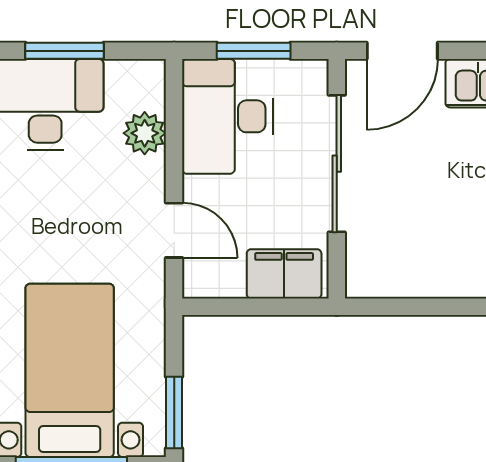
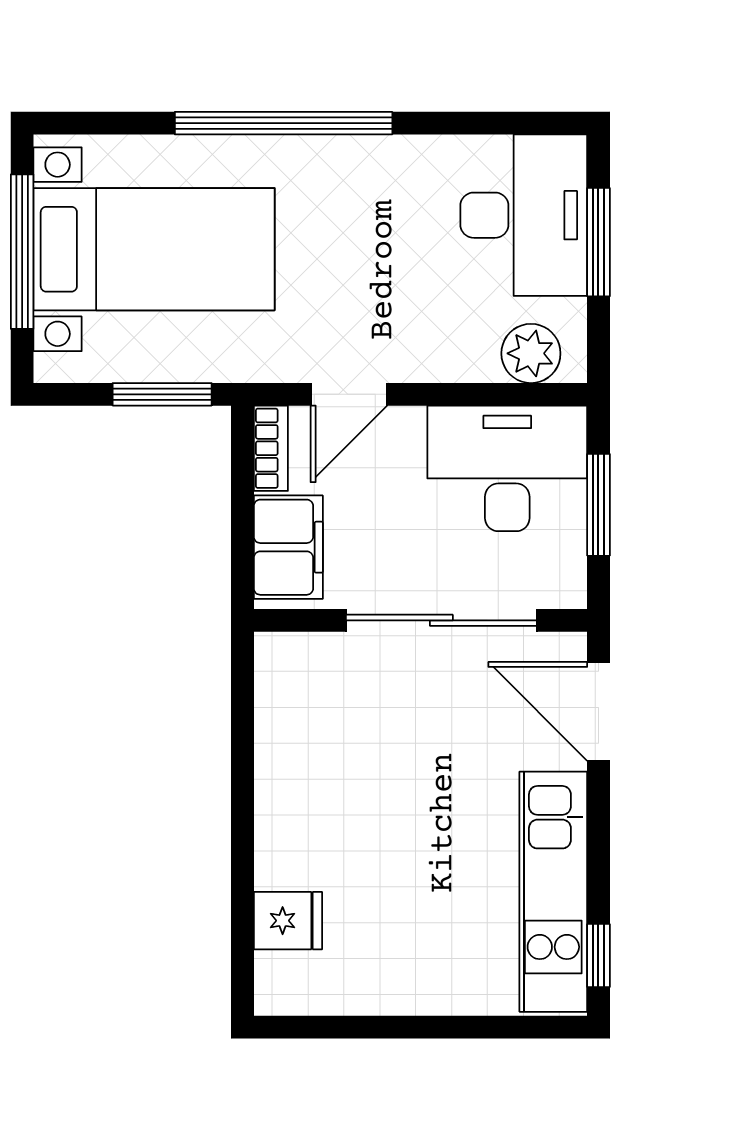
plant: (145, 133) -> (531, 353), moved
bookcase: (213, 286) -> (271, 448), added
window: (174, 412) -> (162, 394), moved

